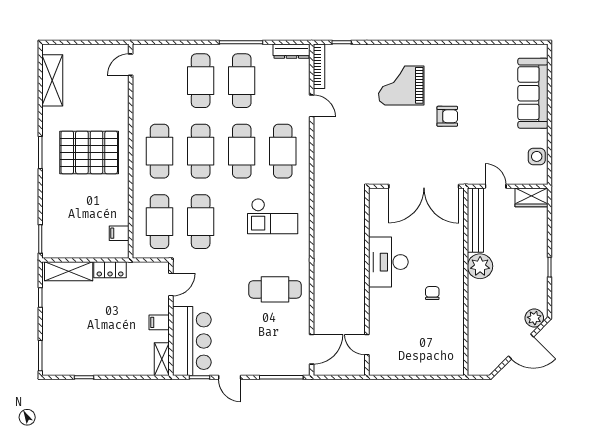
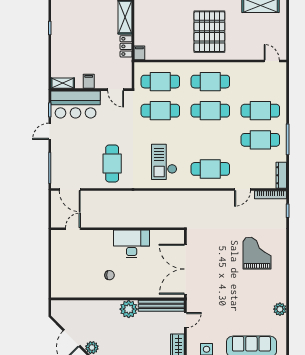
plant: (480, 53) -> (280, 309), added
armchair: (447, 116) -> (235, 286), removed
cafe table: (242, 151) -> (210, 140), removed
filing cabinet: (119, 233) -> (139, 53), moved

